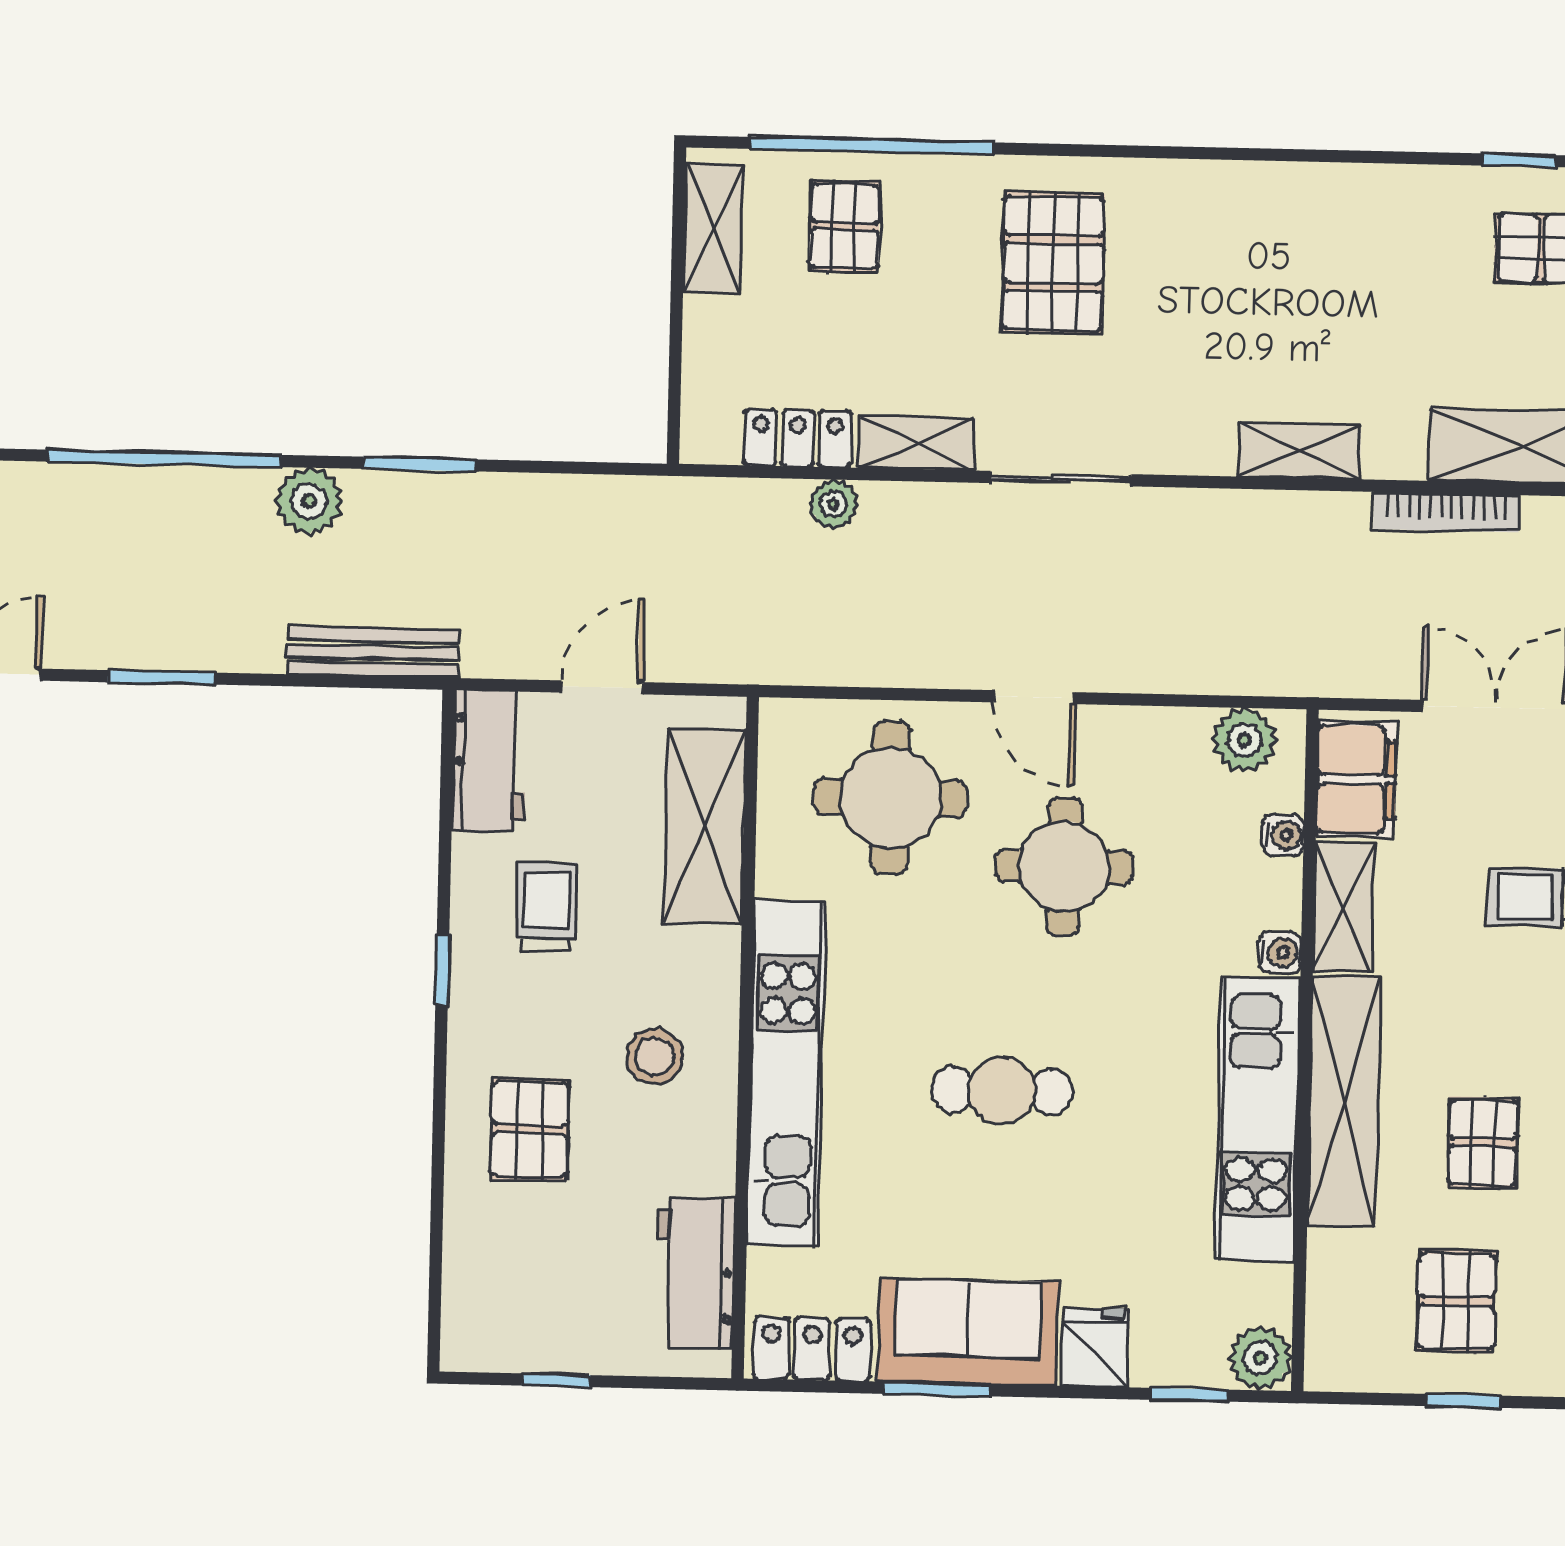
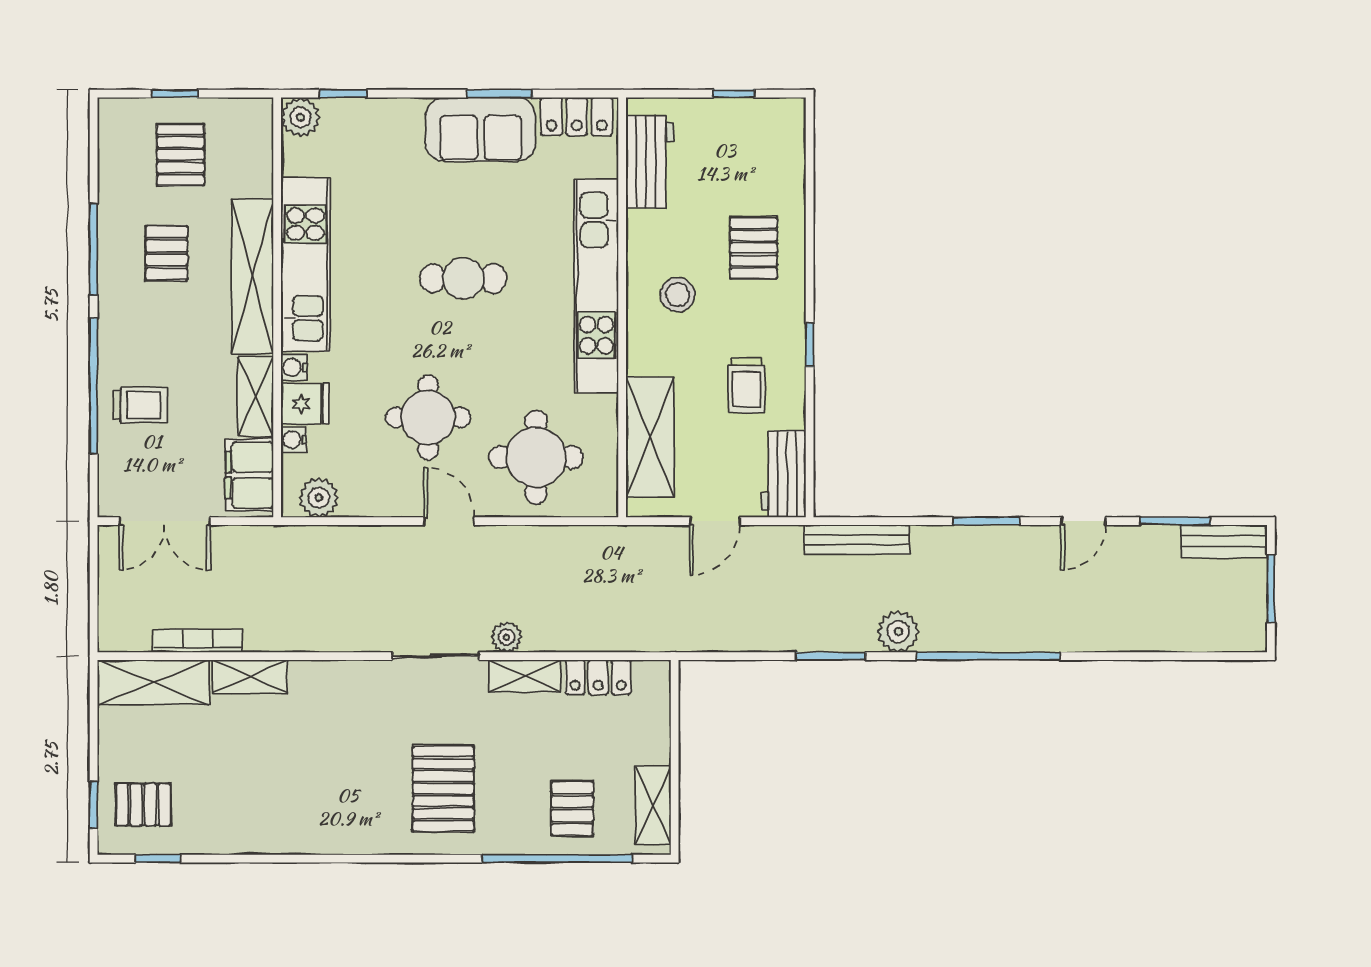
shelving: (1300, 451) -> (250, 677), moved
plant: (833, 504) -> (506, 637), moved
fridge: (1095, 1347) -> (305, 404), moved, turned -90

